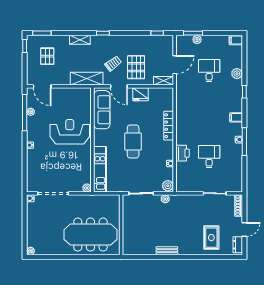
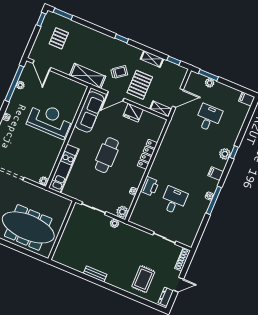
shelving: (80, 40) -> (152, 59), moved
plant: (237, 74) -> (225, 154), moved
door: (119, 86) -> (115, 96), hinge flipped

